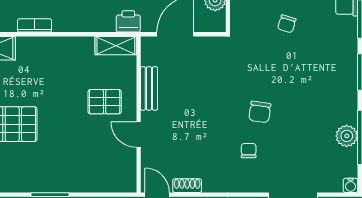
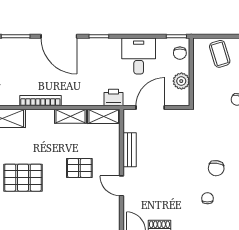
bookcase: (35, 25) -> (40, 101), width x1.56
shelving: (73, 45) -> (71, 116), added
pallet: (105, 102) -> (79, 168), moved

